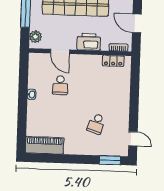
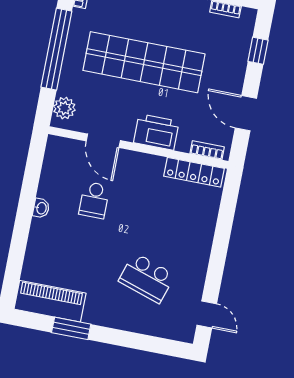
locker: (113, 61) -> (194, 172), width x1.53
school desk: (96, 124) -> (147, 278), width x1.85
window: (110, 160) -> (71, 328), moved

